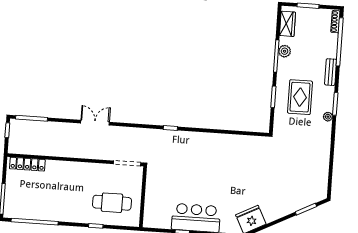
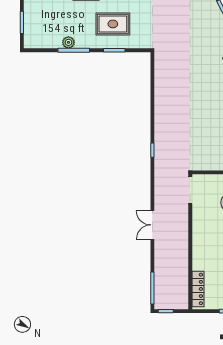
wardrobe: (287, 24) -> (41, 41), removed

